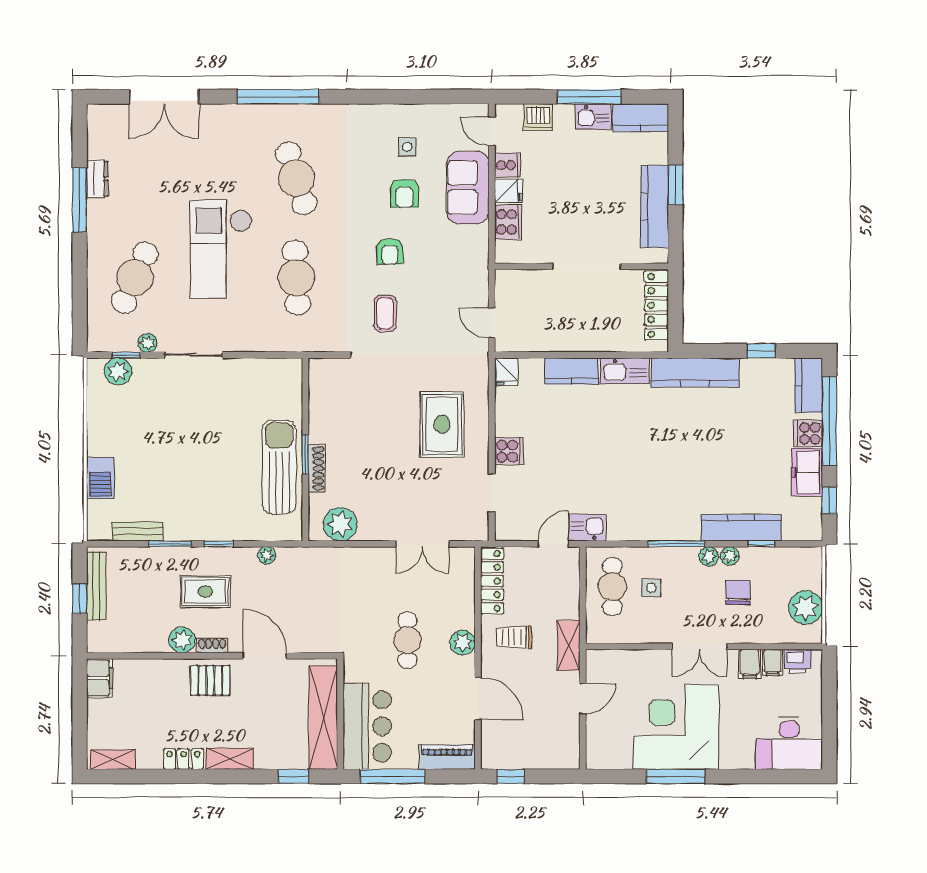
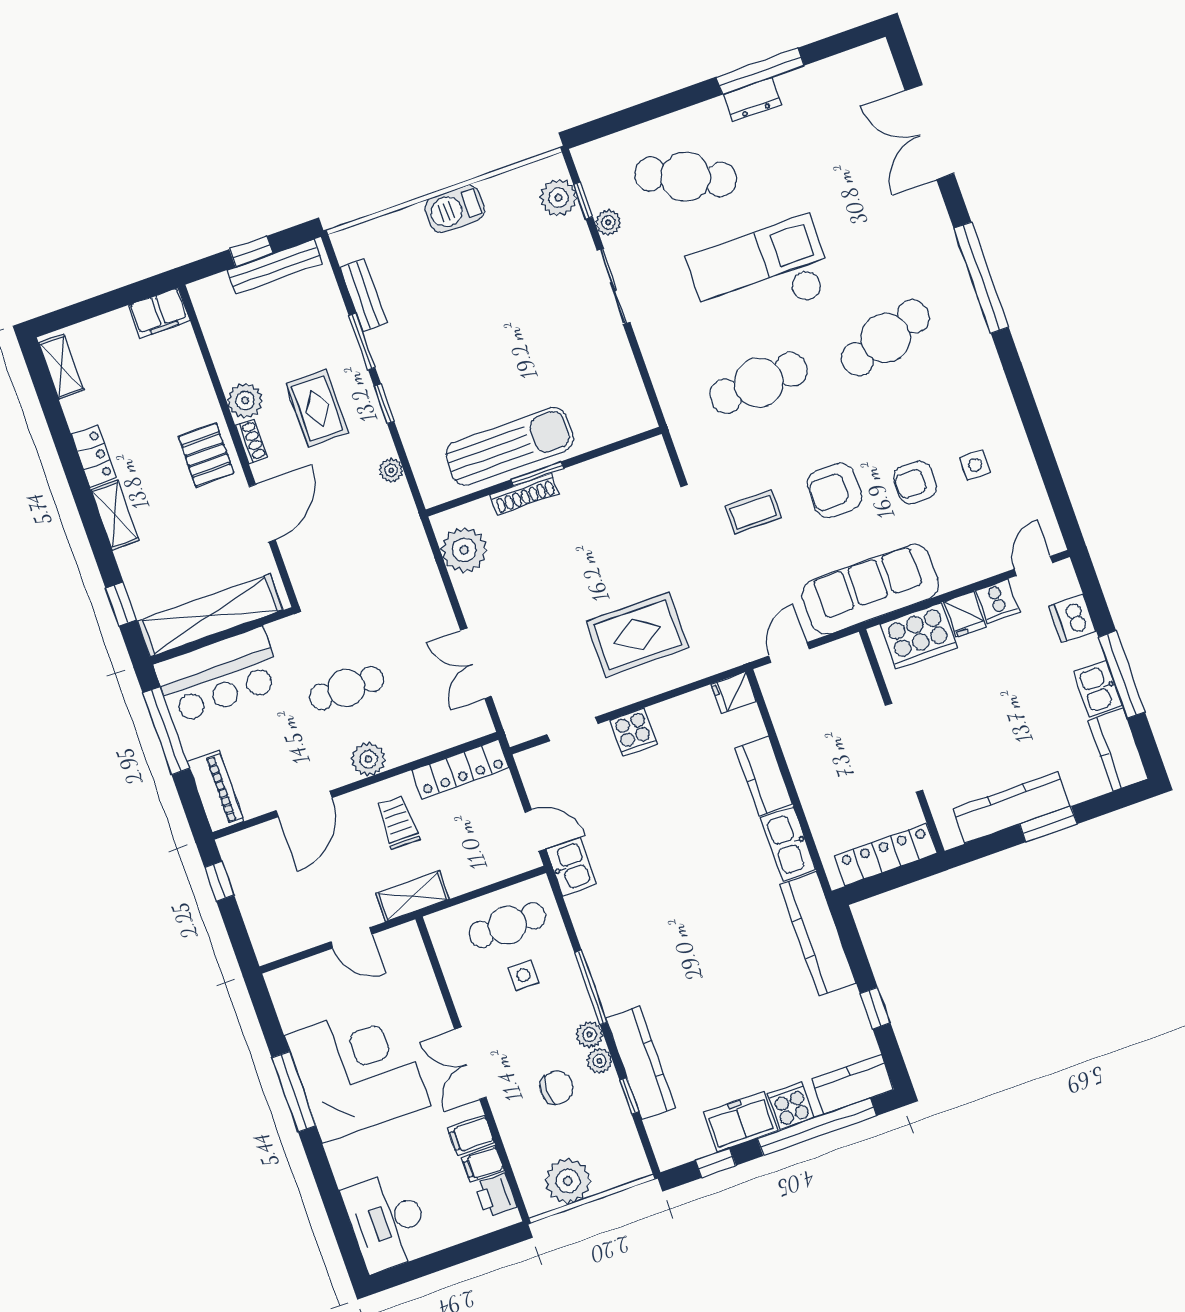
dresser: (97, 179) -> (752, 99), moved
sofa: (468, 188) -> (870, 589), moved, width x1.36
cooker: (508, 222) -> (919, 636), width x1.37, depth x1.31
armchair: (390, 251) -> (834, 490), width x1.38, depth x1.38
barbecue: (100, 478) -> (455, 209), moved

